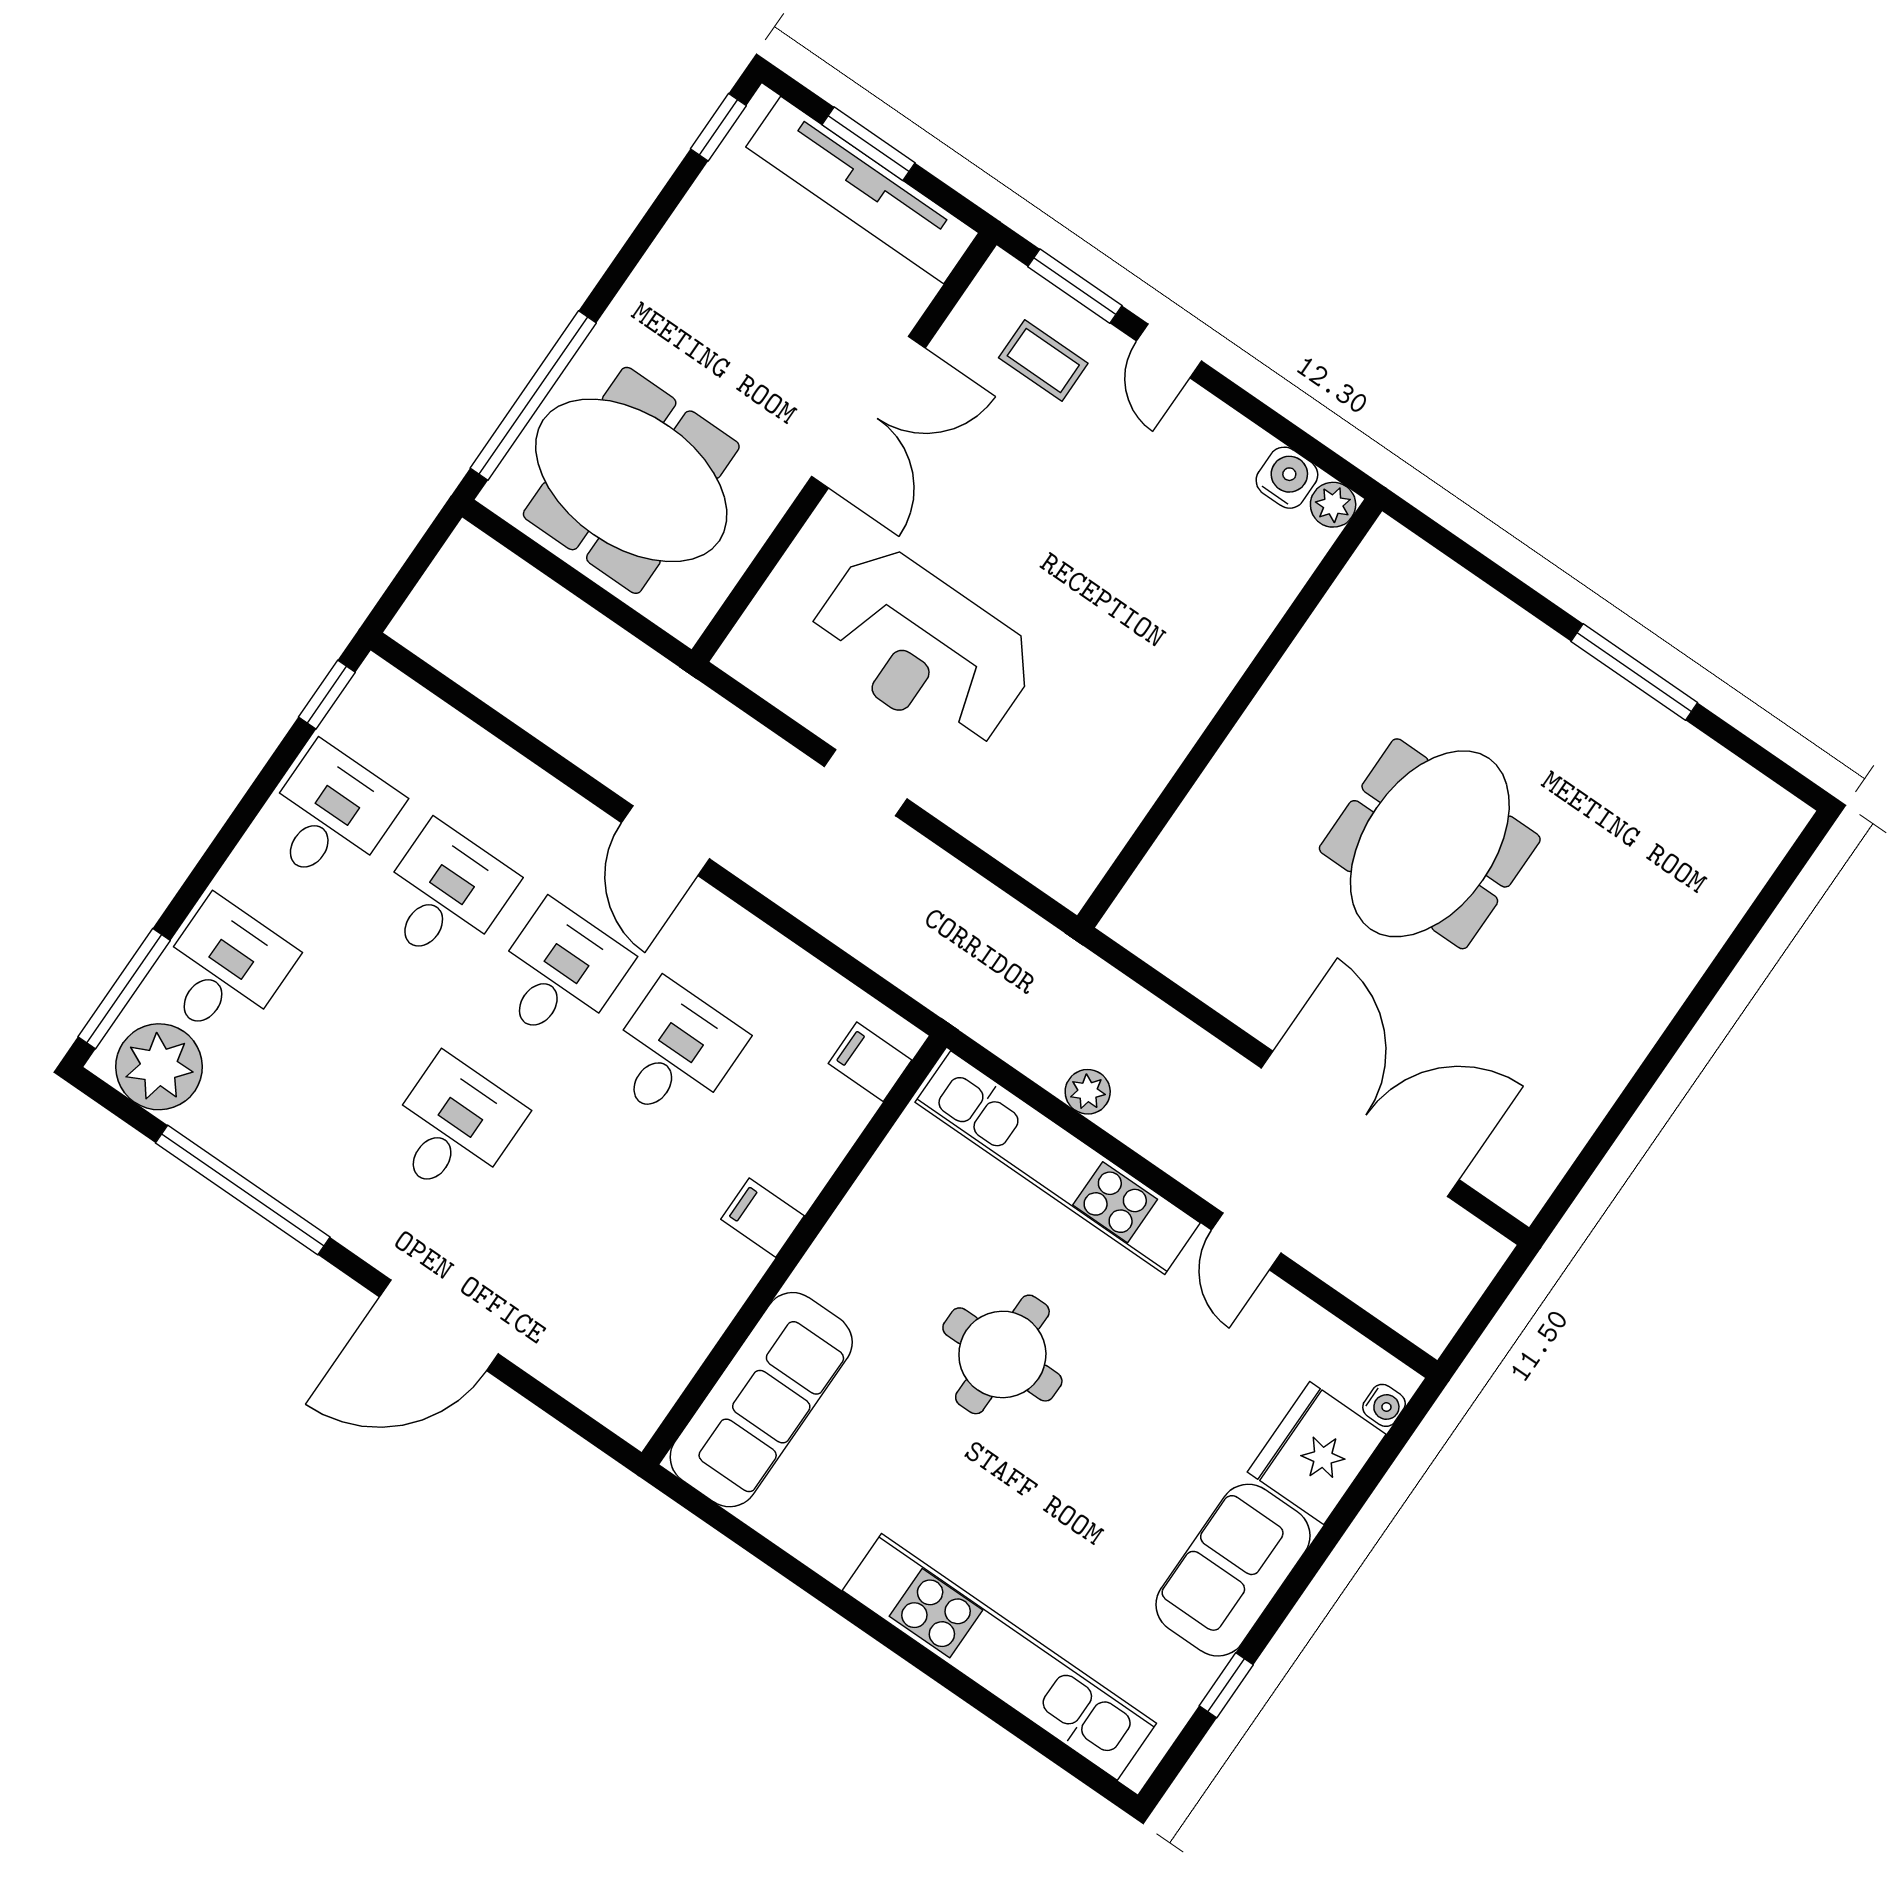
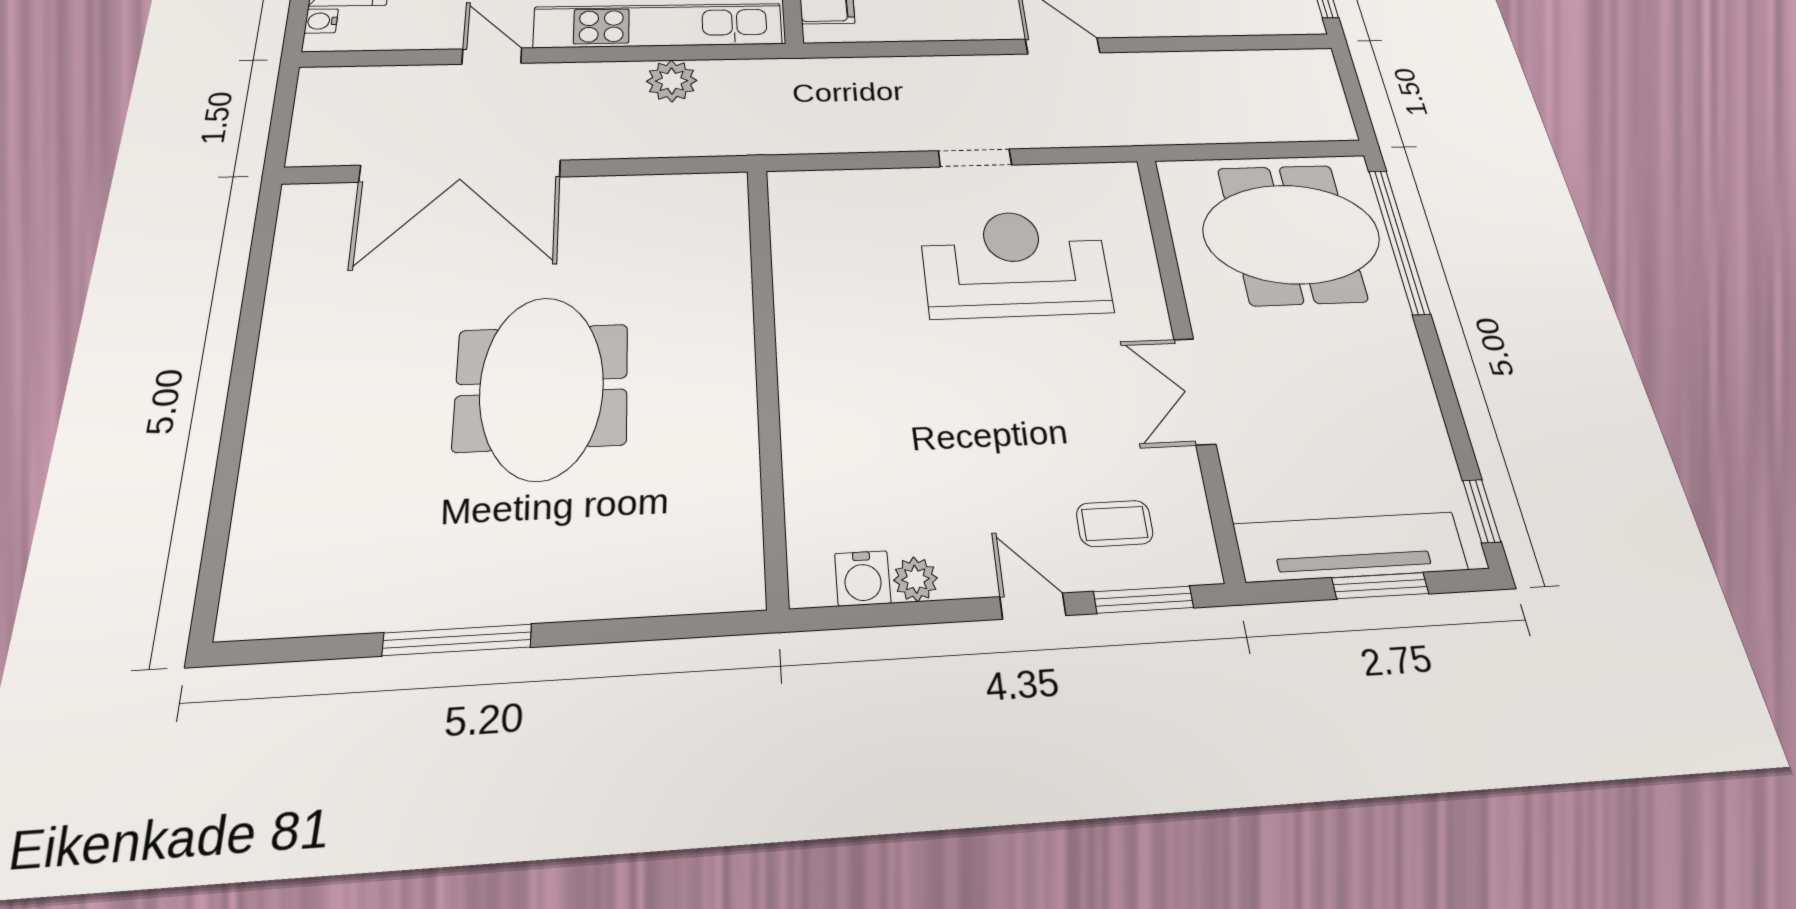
double door: (868, 412) -> (1195, 391), width x0.73
plant: (1333, 505) -> (916, 579), moved
plant: (1088, 1092) -> (672, 81), width x1.38, depth x1.38

